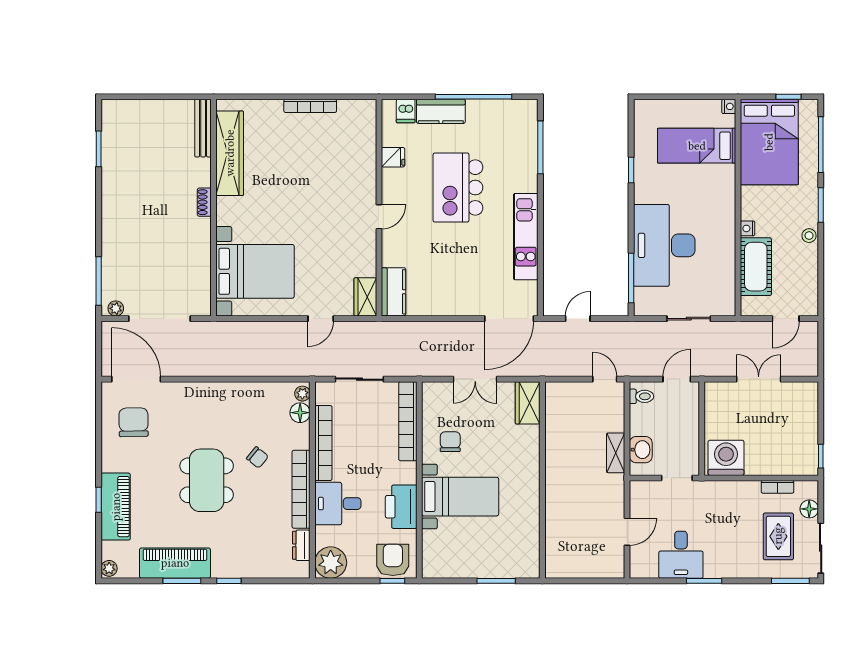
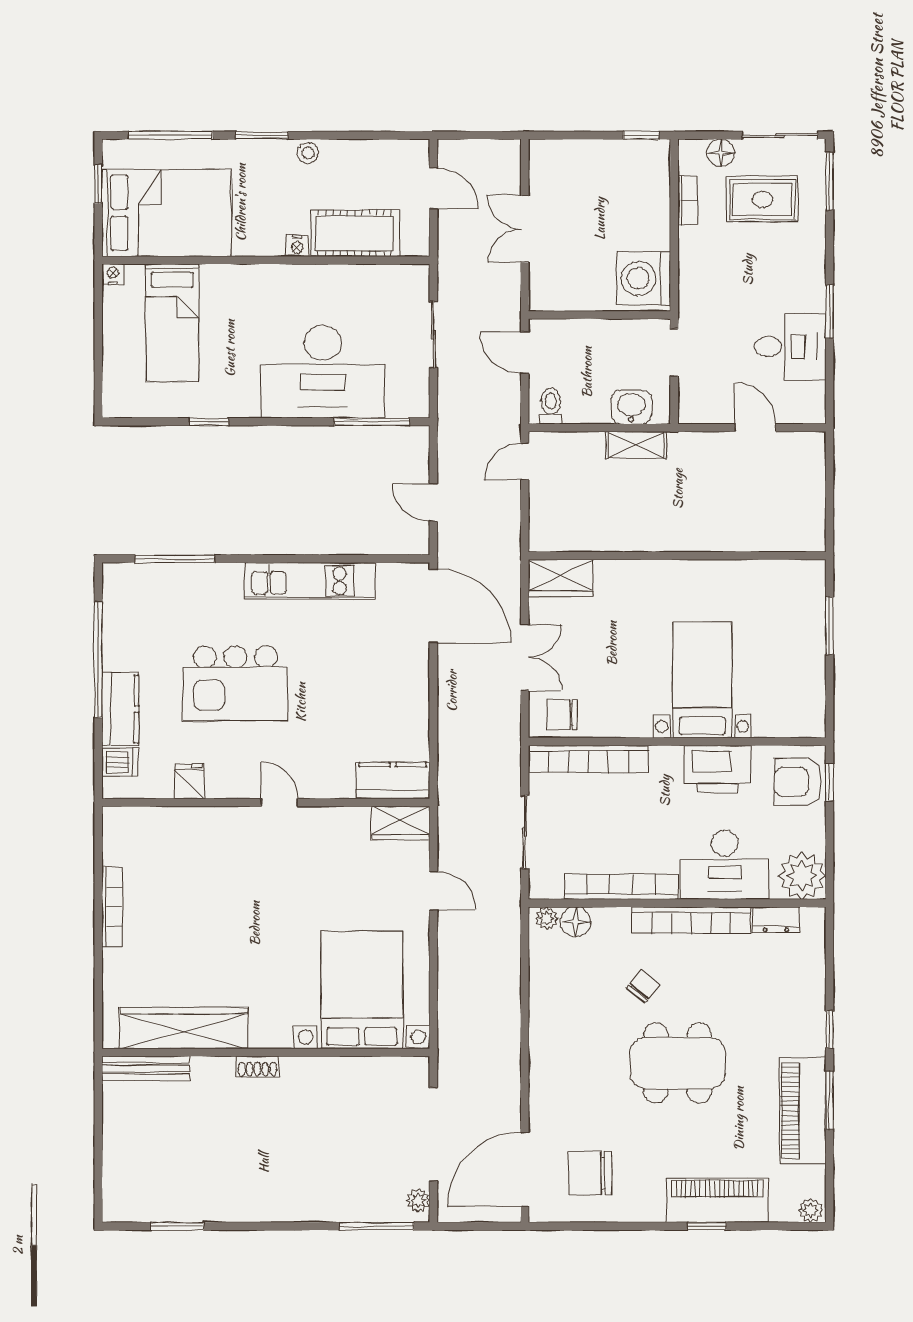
chair: (450, 442) -> (562, 715), moved
desk: (338, 504) -> (725, 865), width x1.37

